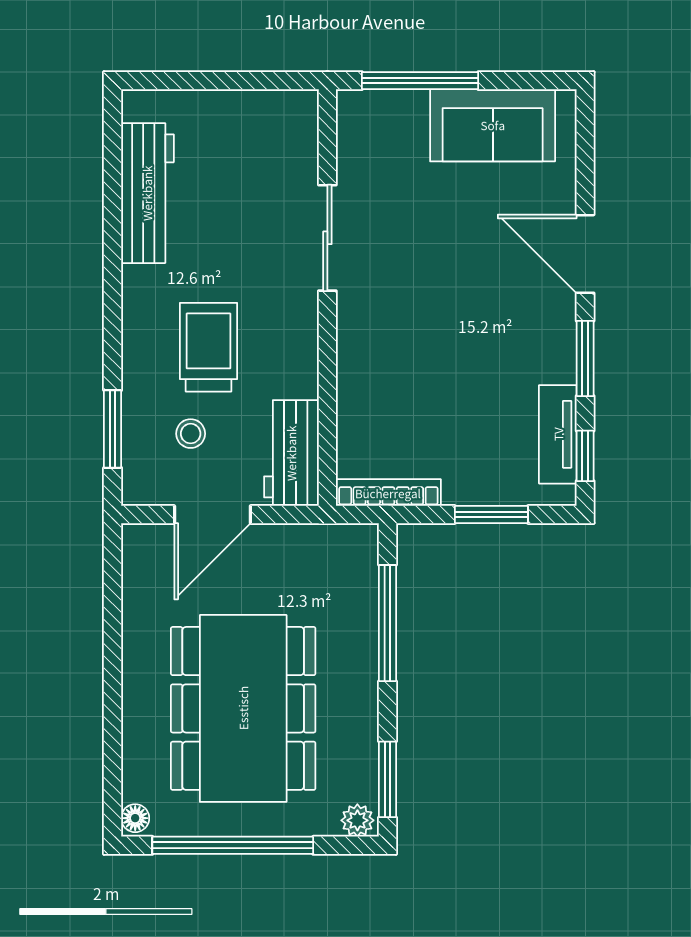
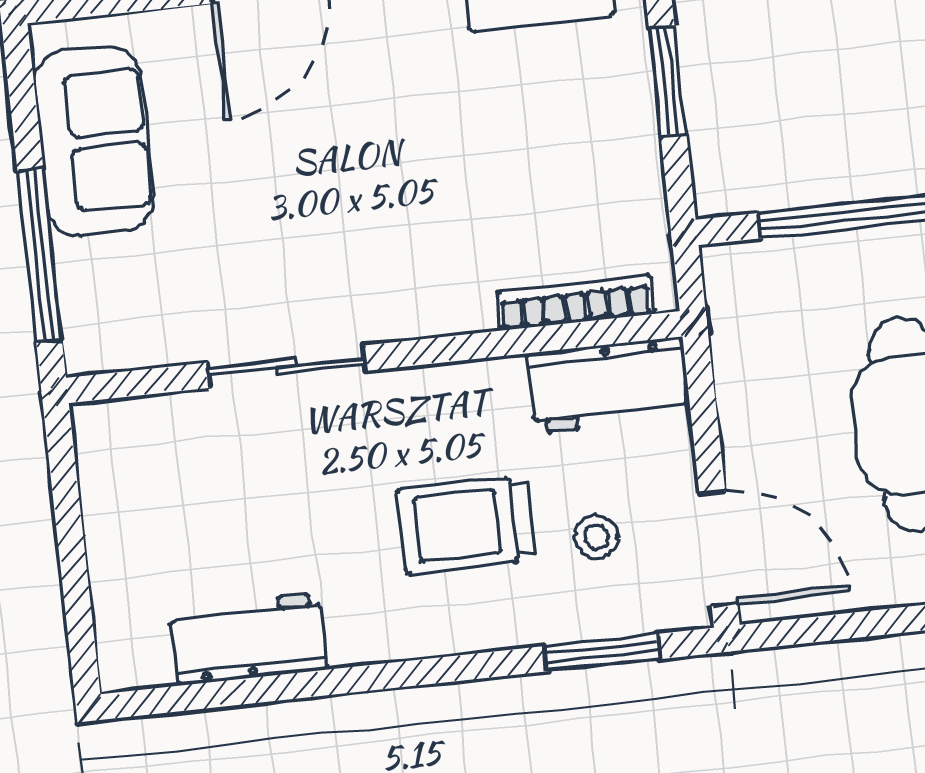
workbench: (147, 193) -> (249, 639), width x0.73
bookcase: (388, 493) -> (575, 302), moved, turned 90
door: (212, 515) -> (718, 549), moved

